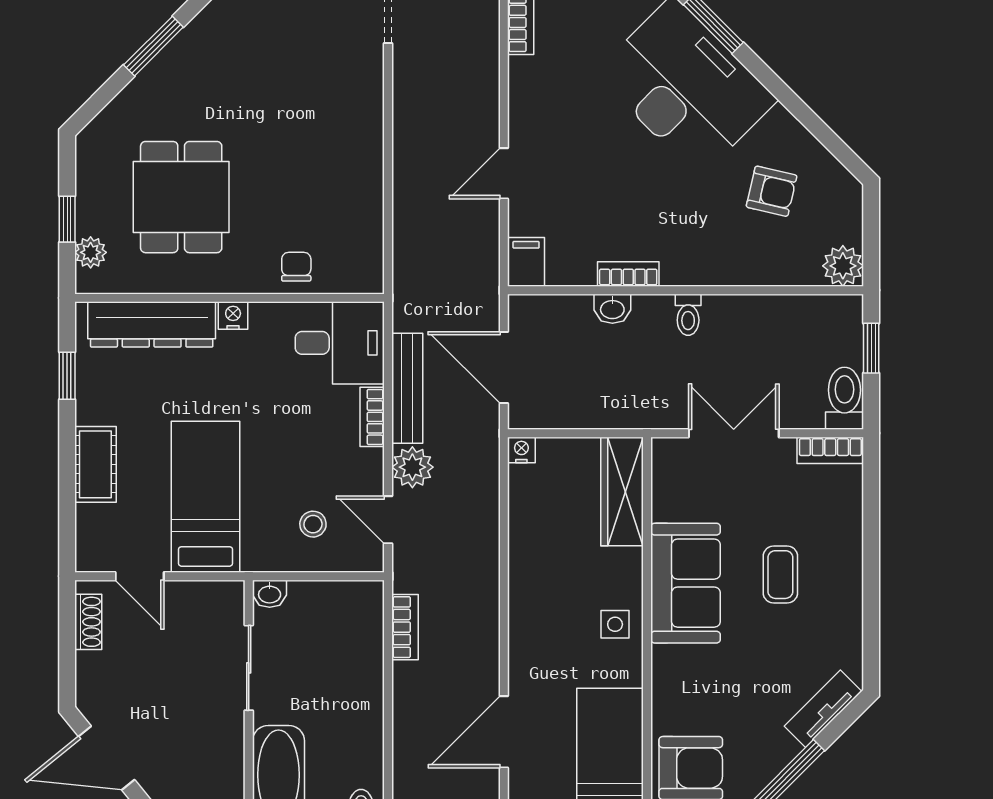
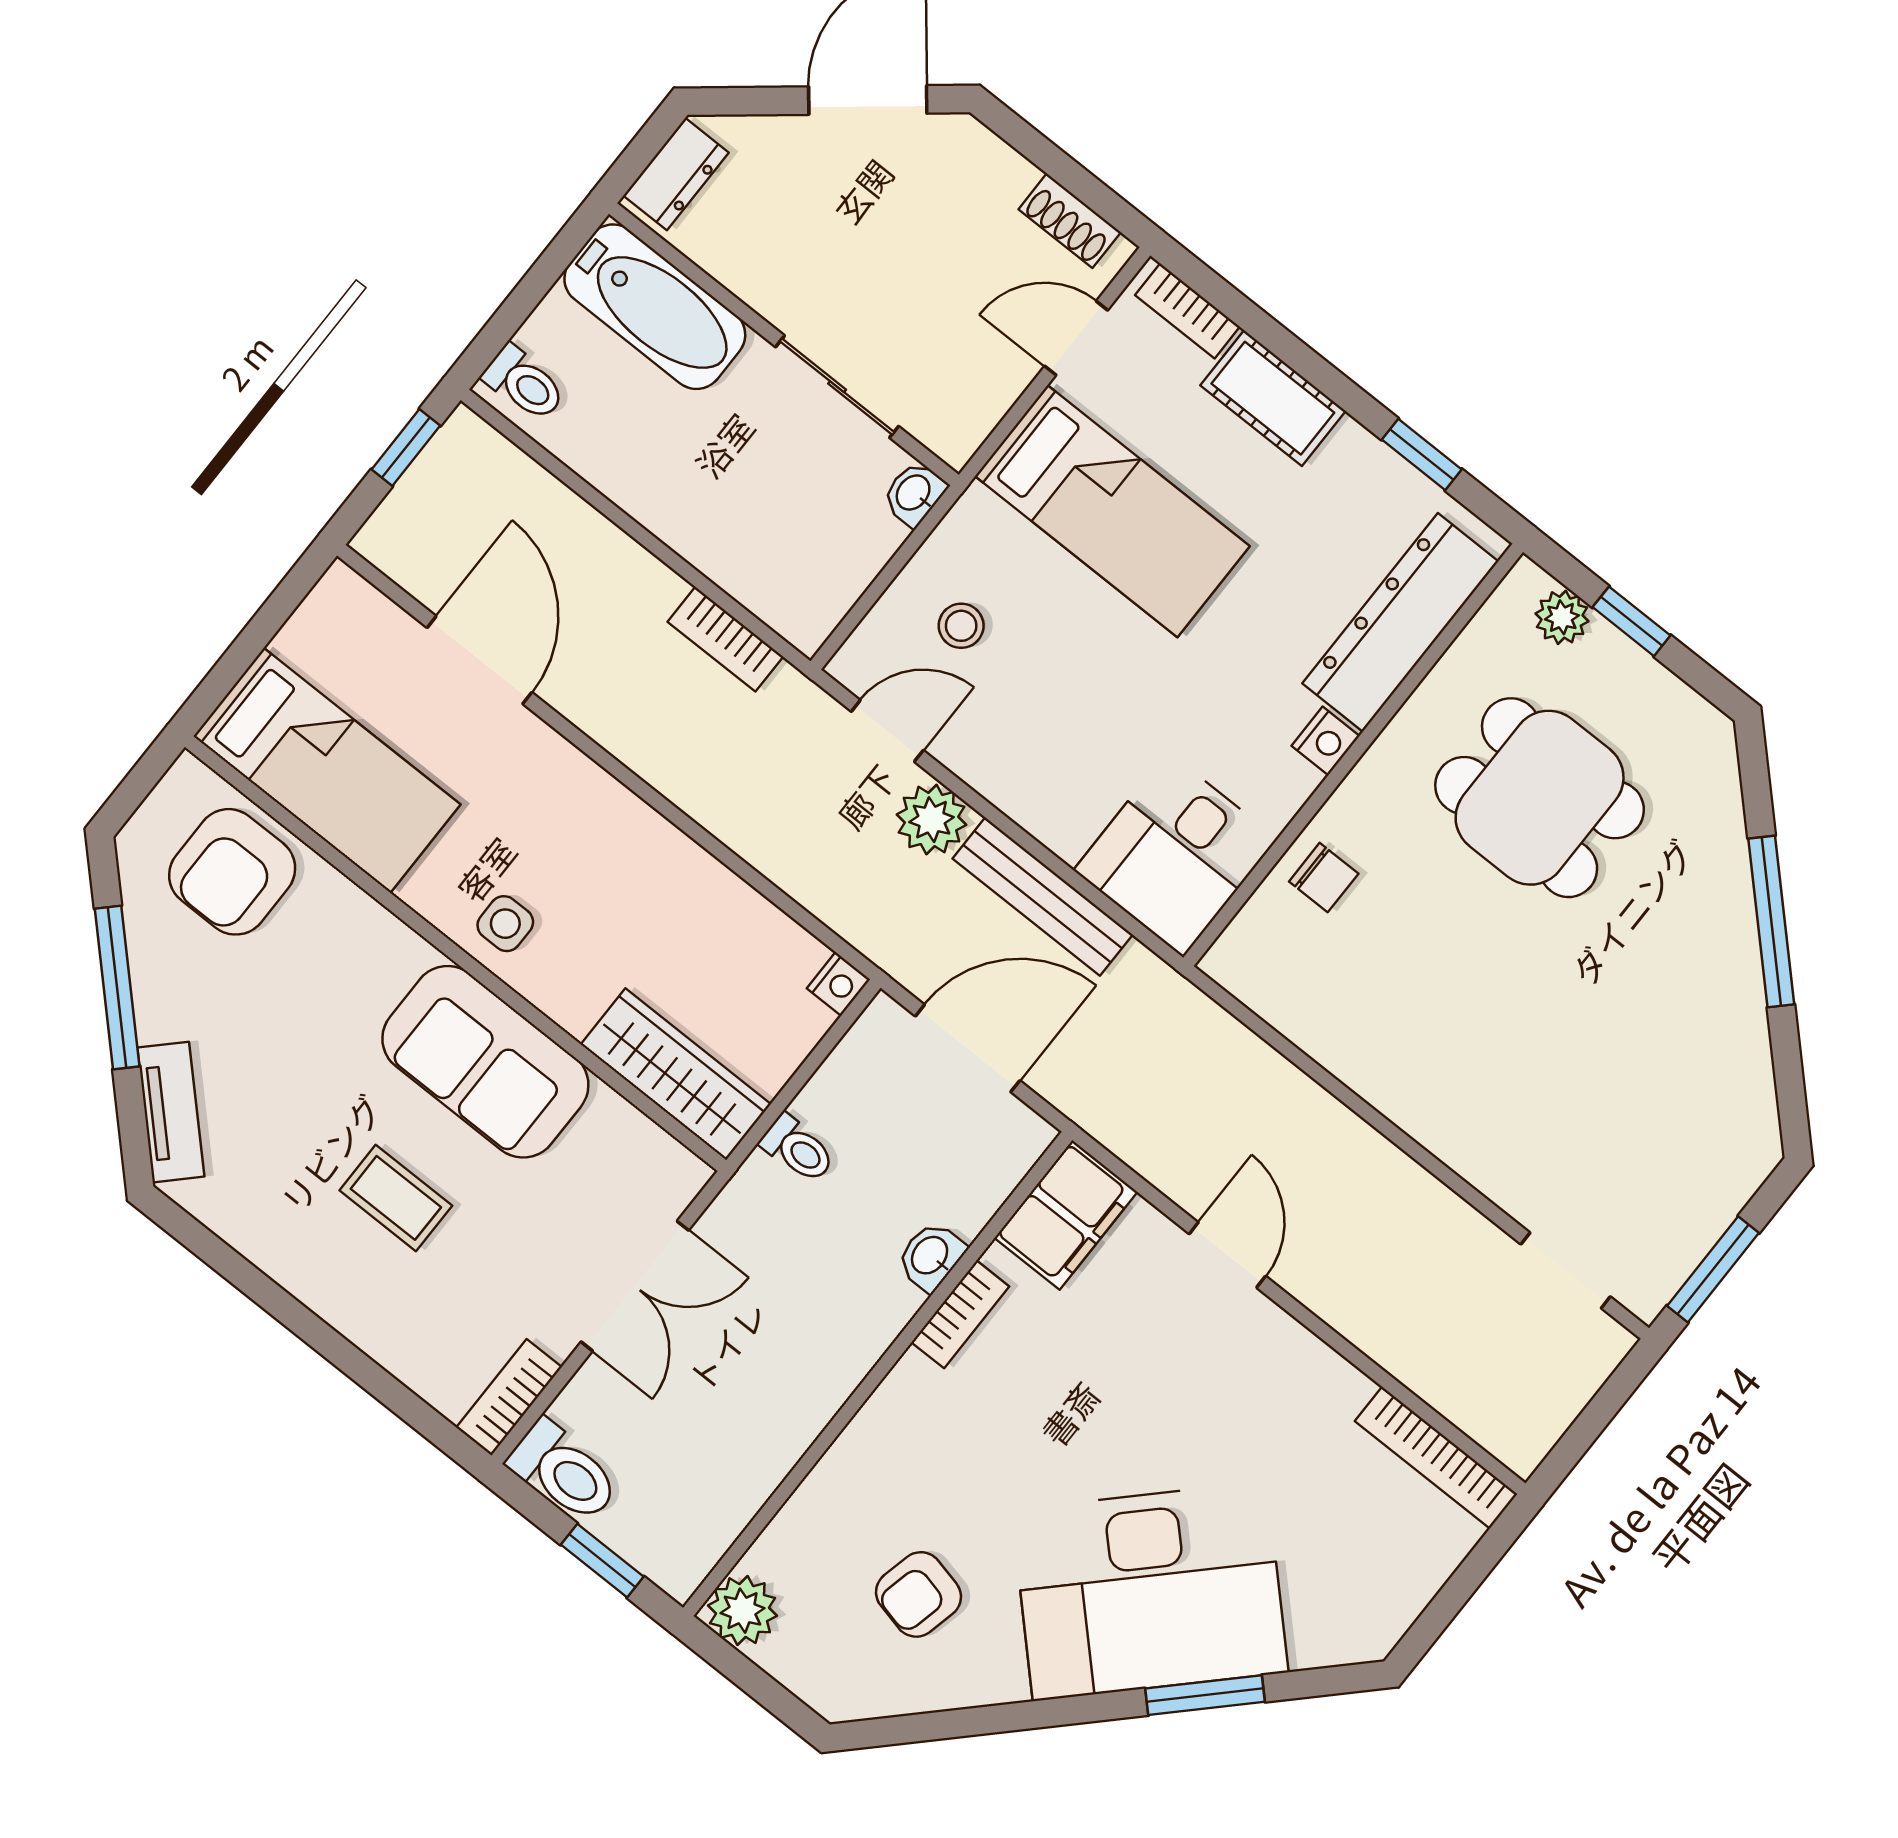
window: (153, 46) -> (1771, 921), width x1.44
filing cabinet: (526, 262) -> (1066, 1215), width x2.00
toilet: (688, 315) -> (798, 1149), moved, turned 180
bookcase: (372, 417) -> (1187, 311), moved, turned 180

